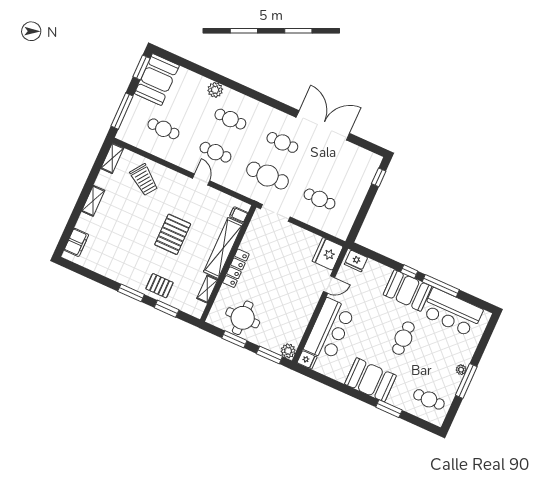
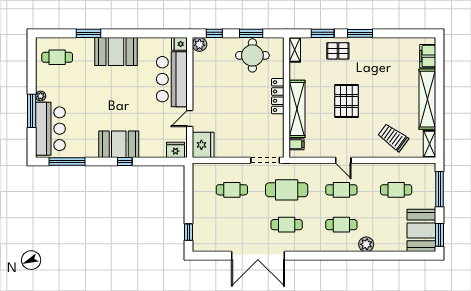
shelving: (93, 201) -> (427, 99), width x2.20, depth x1.33
window: (441, 286) -> (67, 161), moved
shelving: (207, 289) -> (295, 50), moved
bar counter: (452, 312) -> (50, 129), moved, turned 90
cafe table: (403, 338) -> (104, 101), removed
window: (269, 355) -> (214, 33), width x0.67
window: (466, 381) -> (32, 111), moved

